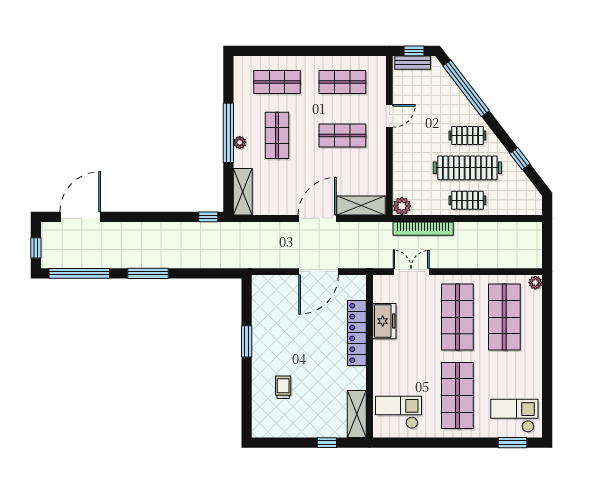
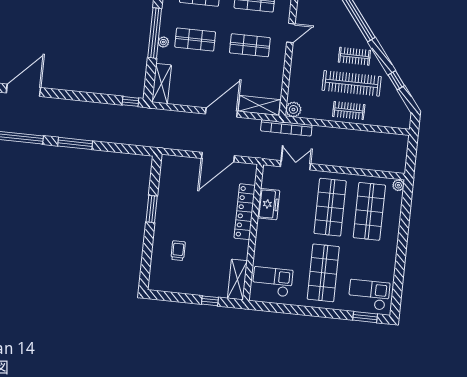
shop shelf: (277, 135) -> (195, 39), turned 90
bookcase: (423, 229) -> (286, 128), moved

